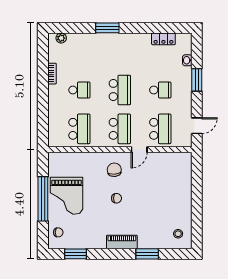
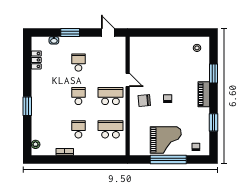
school desk: (120, 90) -> (78, 96), width x0.54
school desk: (160, 129) -> (110, 63), removed
window: (76, 254) -> (214, 122), moved

